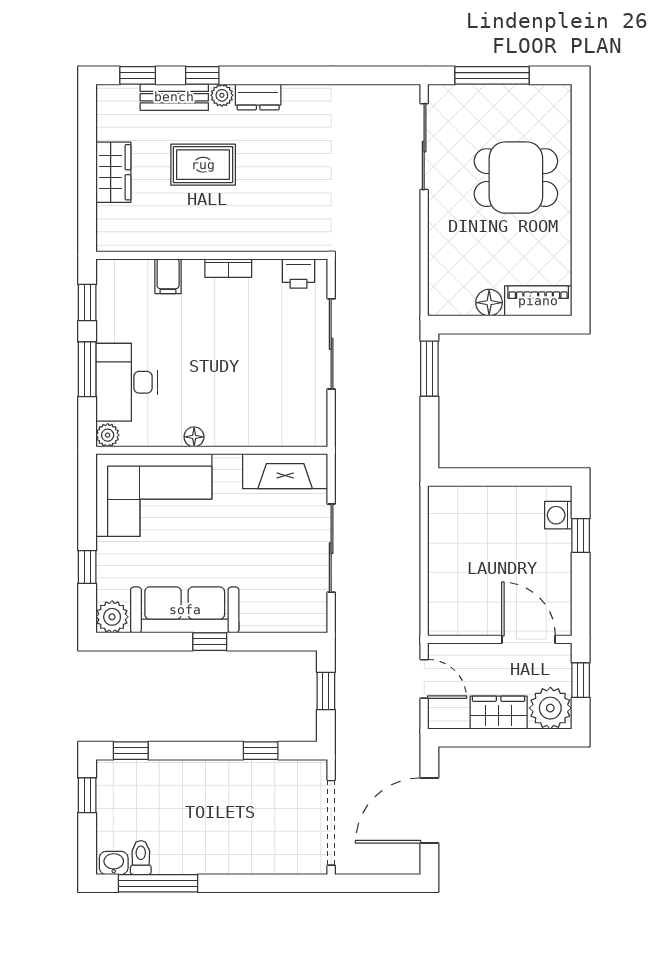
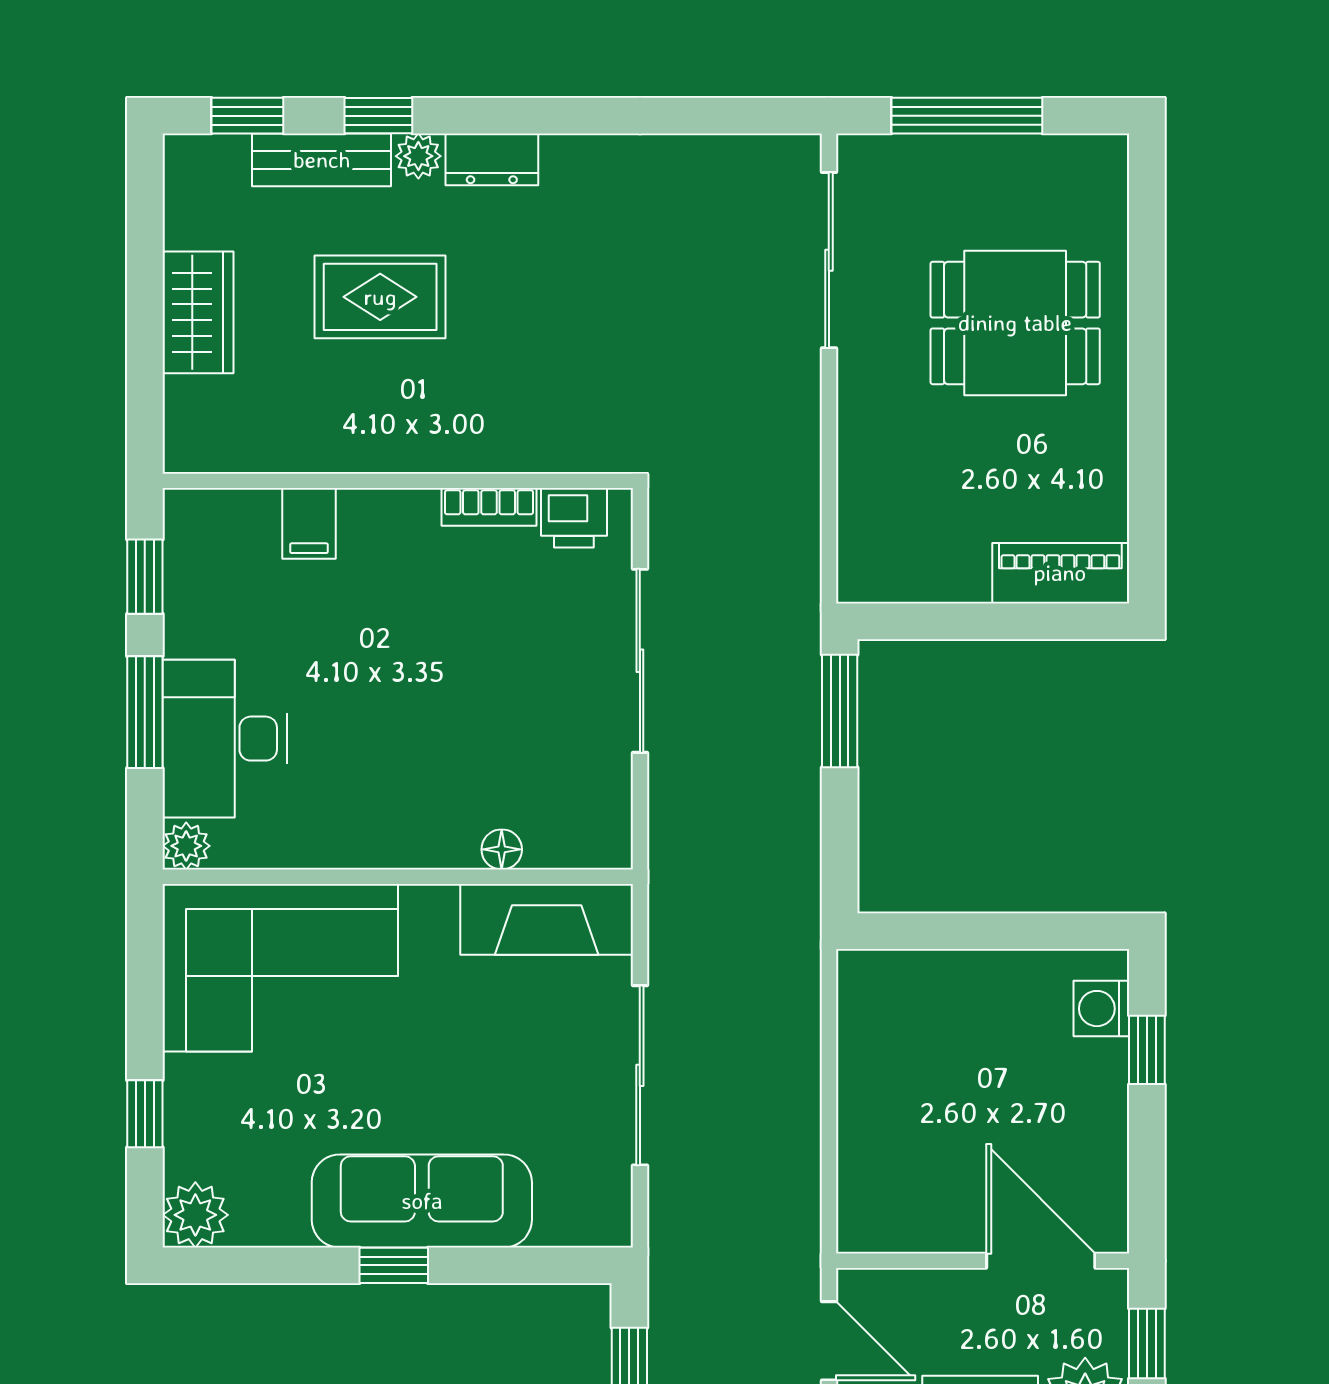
bookcase: (228, 268) -> (489, 507), moved
floor lamp: (489, 303) -> (961, 577), removed
floor lamp: (194, 437) -> (502, 849), moved
sofa: (185, 610) -> (422, 1201), moved

